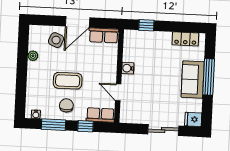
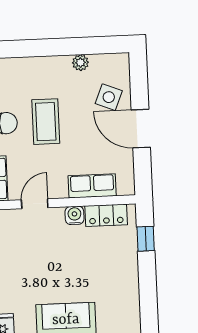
row of seats: (104, 35) -> (92, 186), moved, turned 90
locker: (185, 39) -> (106, 215), moved, turned -90

